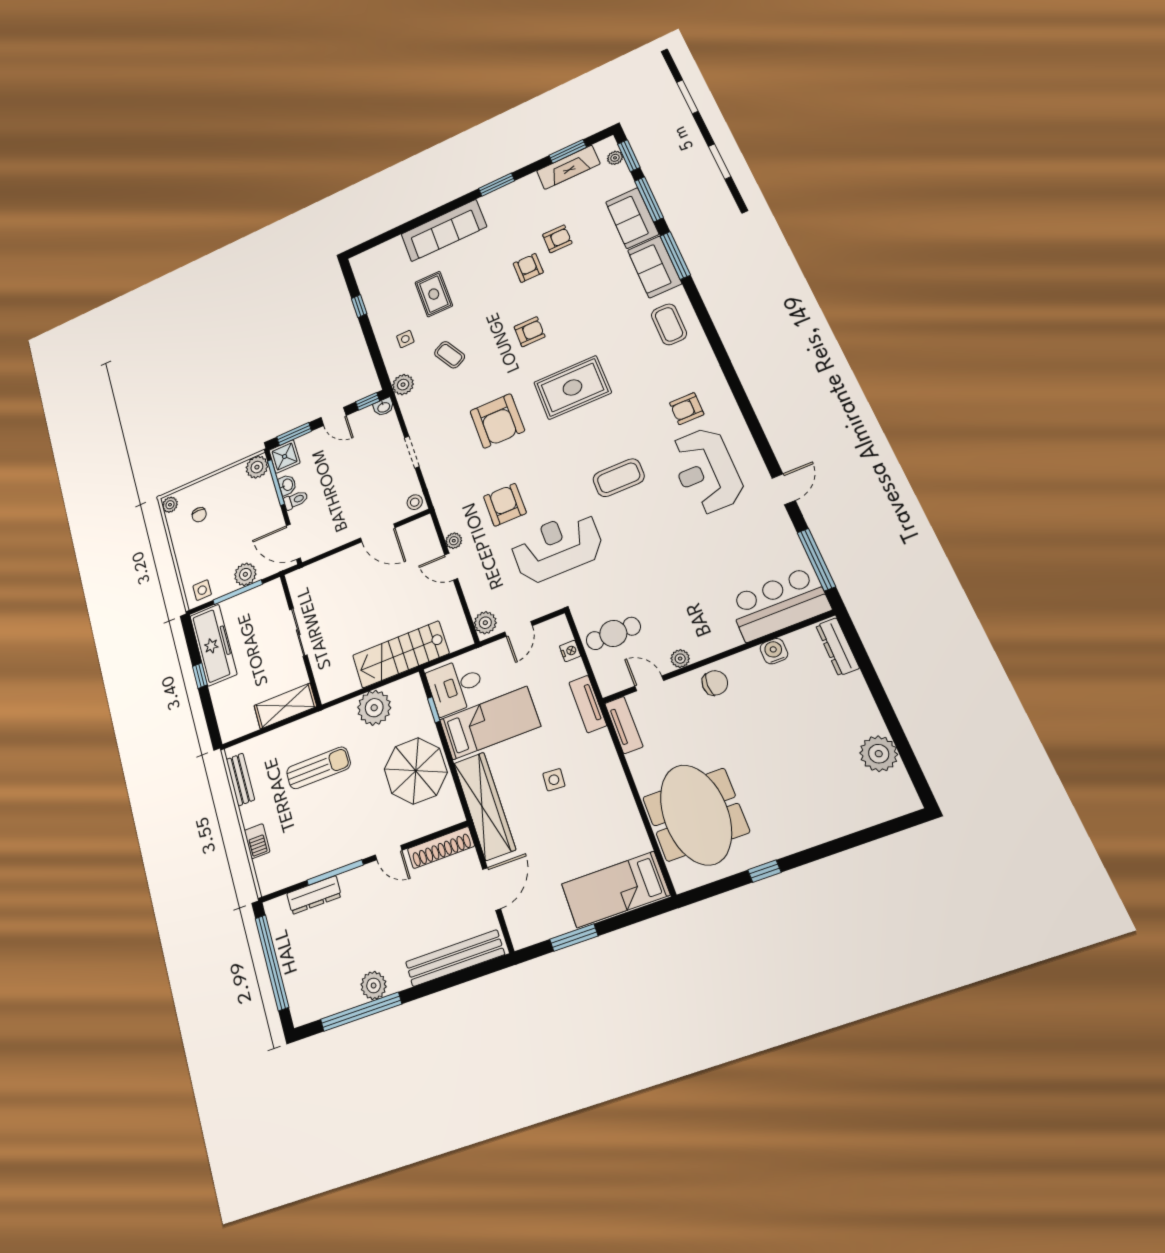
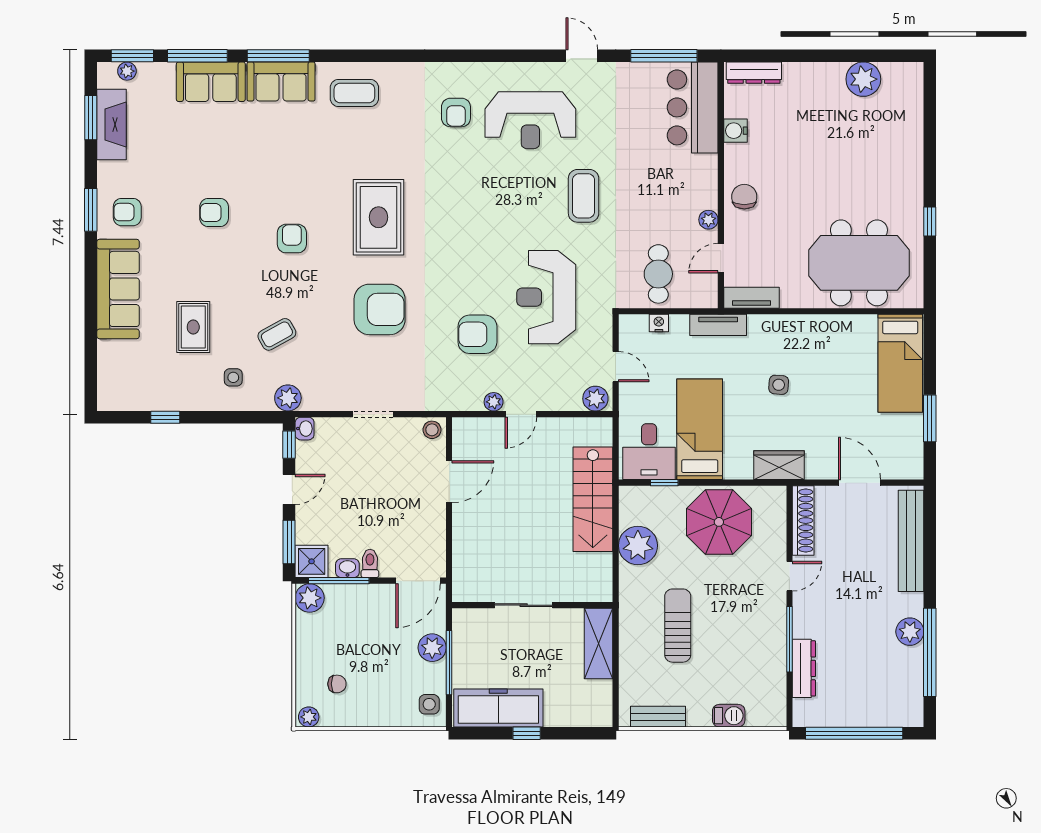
armchair: (557, 239) -> (127, 212), moved, turned -90
rug: (434, 294) -> (193, 327), turned 90
coffee table: (619, 478) -> (584, 196), moved
wardrobe: (485, 806) -> (779, 465), width x0.48, depth x0.85

